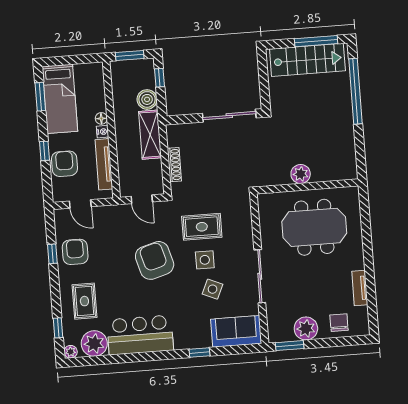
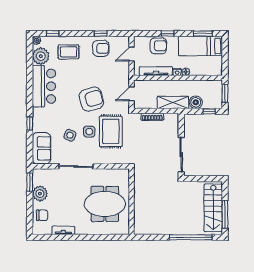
plant: (301, 174) -> (140, 198), removed
rug: (202, 227) -> (111, 131), width x1.36, depth x1.43
meeting table: (314, 227) -> (105, 204), turned 90

